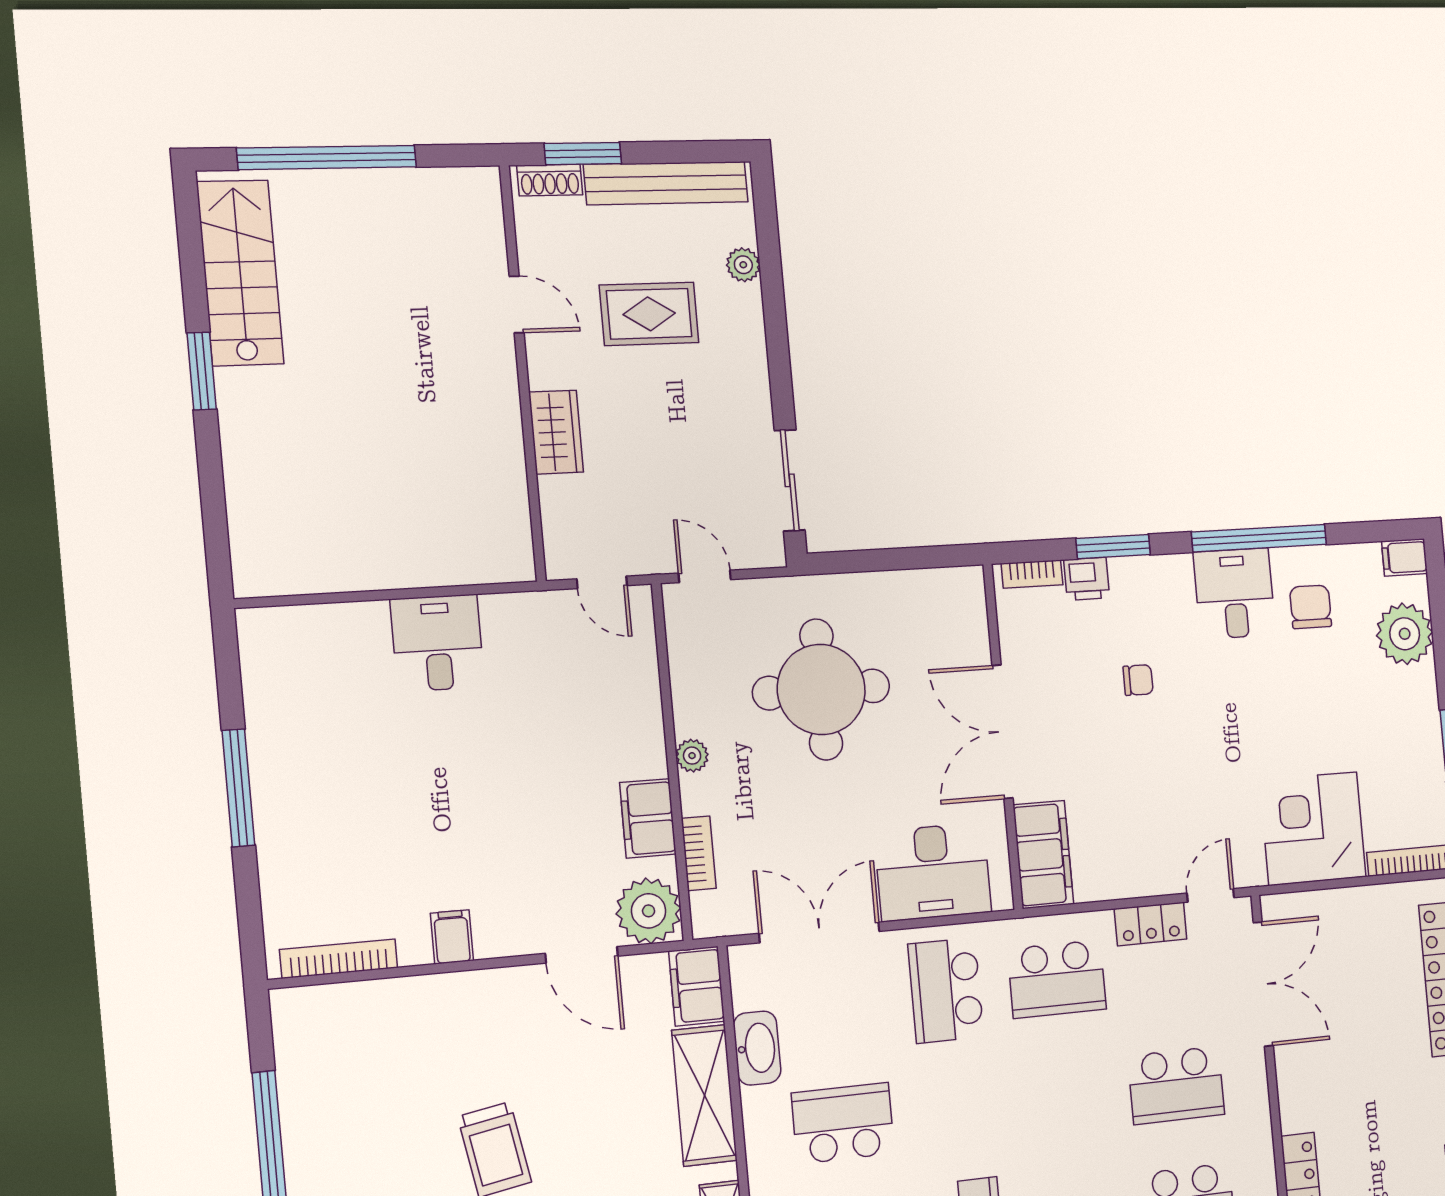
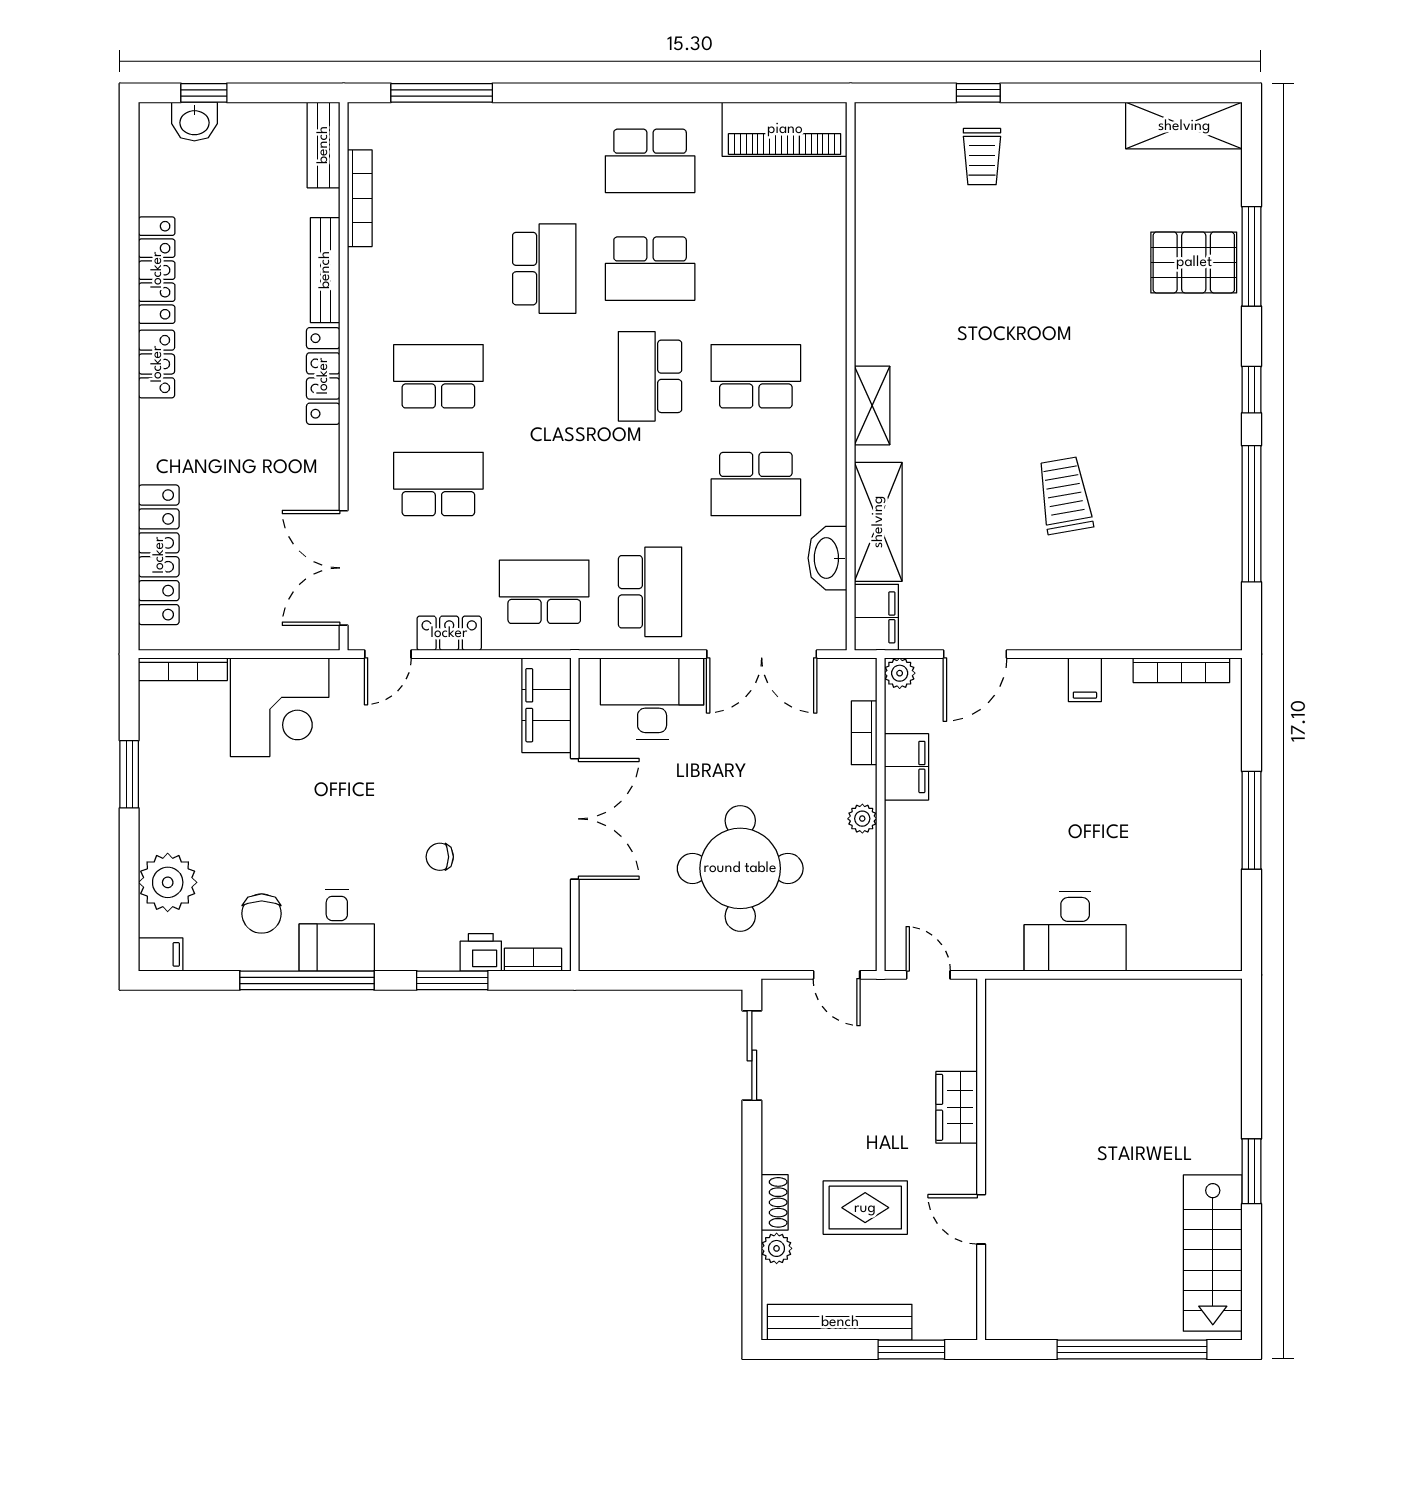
shoe rack: (550, 180) -> (775, 1202), moved, turned 90
desk: (437, 643) -> (1075, 931), width x1.37
plant: (649, 911) -> (900, 673), width x0.53, depth x0.53
door: (582, 955) -> (975, 654), swing flipped

